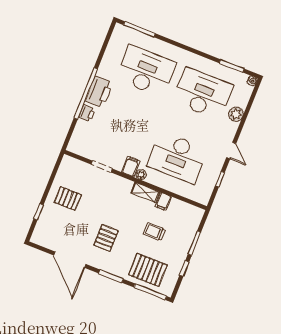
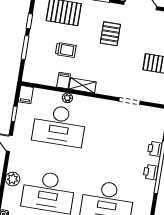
printer: (99, 92) -> (151, 172), width x0.53, depth x0.68
desk: (177, 157) -> (59, 126), turned 180
filing cabinet: (131, 167) -> (26, 95), moved
plant: (141, 175) -> (67, 98), moved

